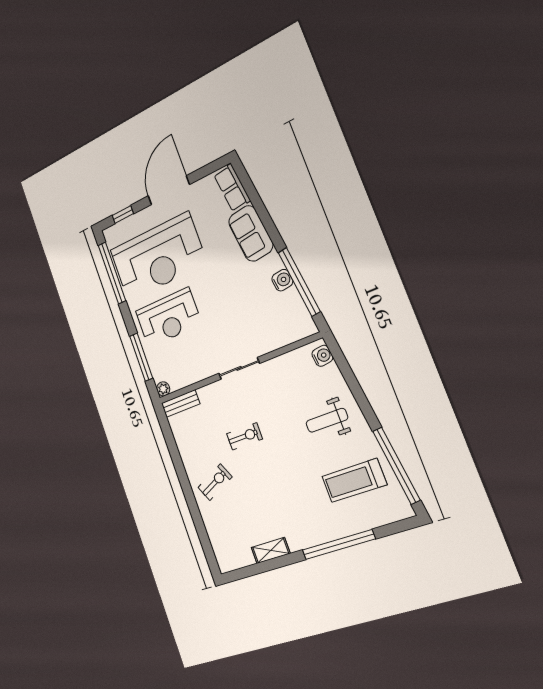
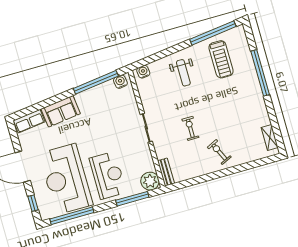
reception desk: (158, 257) -> (66, 179), turned 180
water cooler: (282, 280) -> (120, 82), moved
plant: (163, 389) -> (150, 181), width x1.88, depth x1.88
shelving: (271, 551) -> (270, 137), moved

